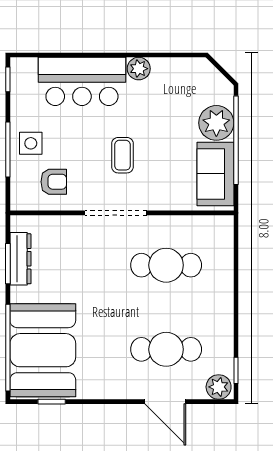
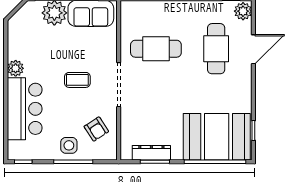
armchair: (54, 182) -> (96, 129), turned 147
cafe table: (166, 265) -> (156, 49), turned 90

